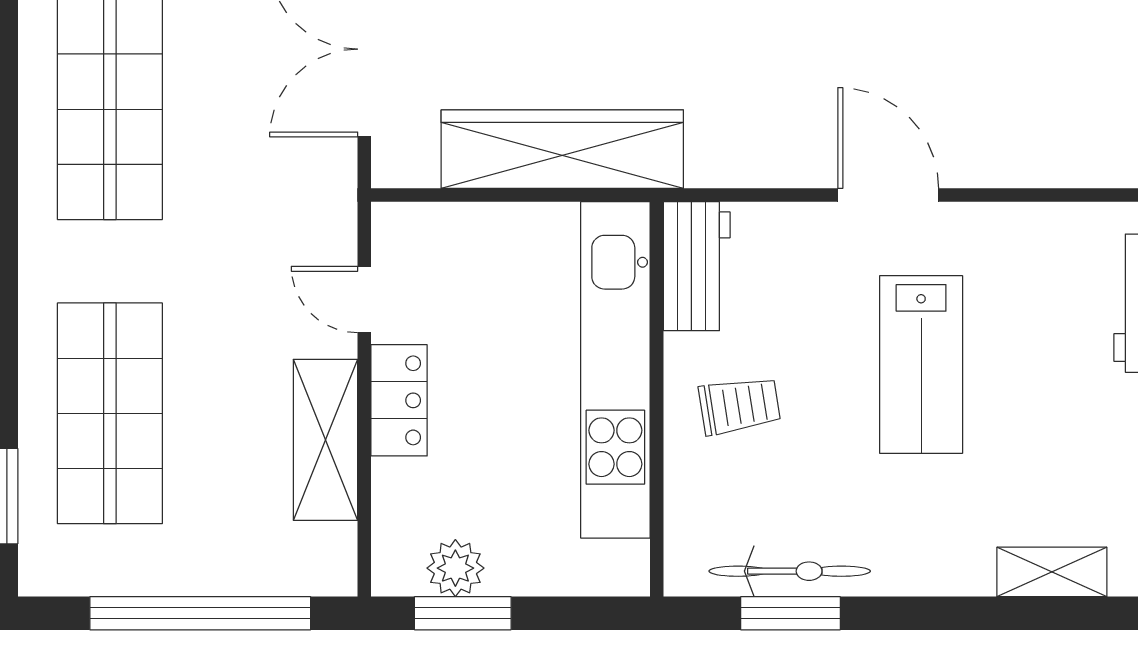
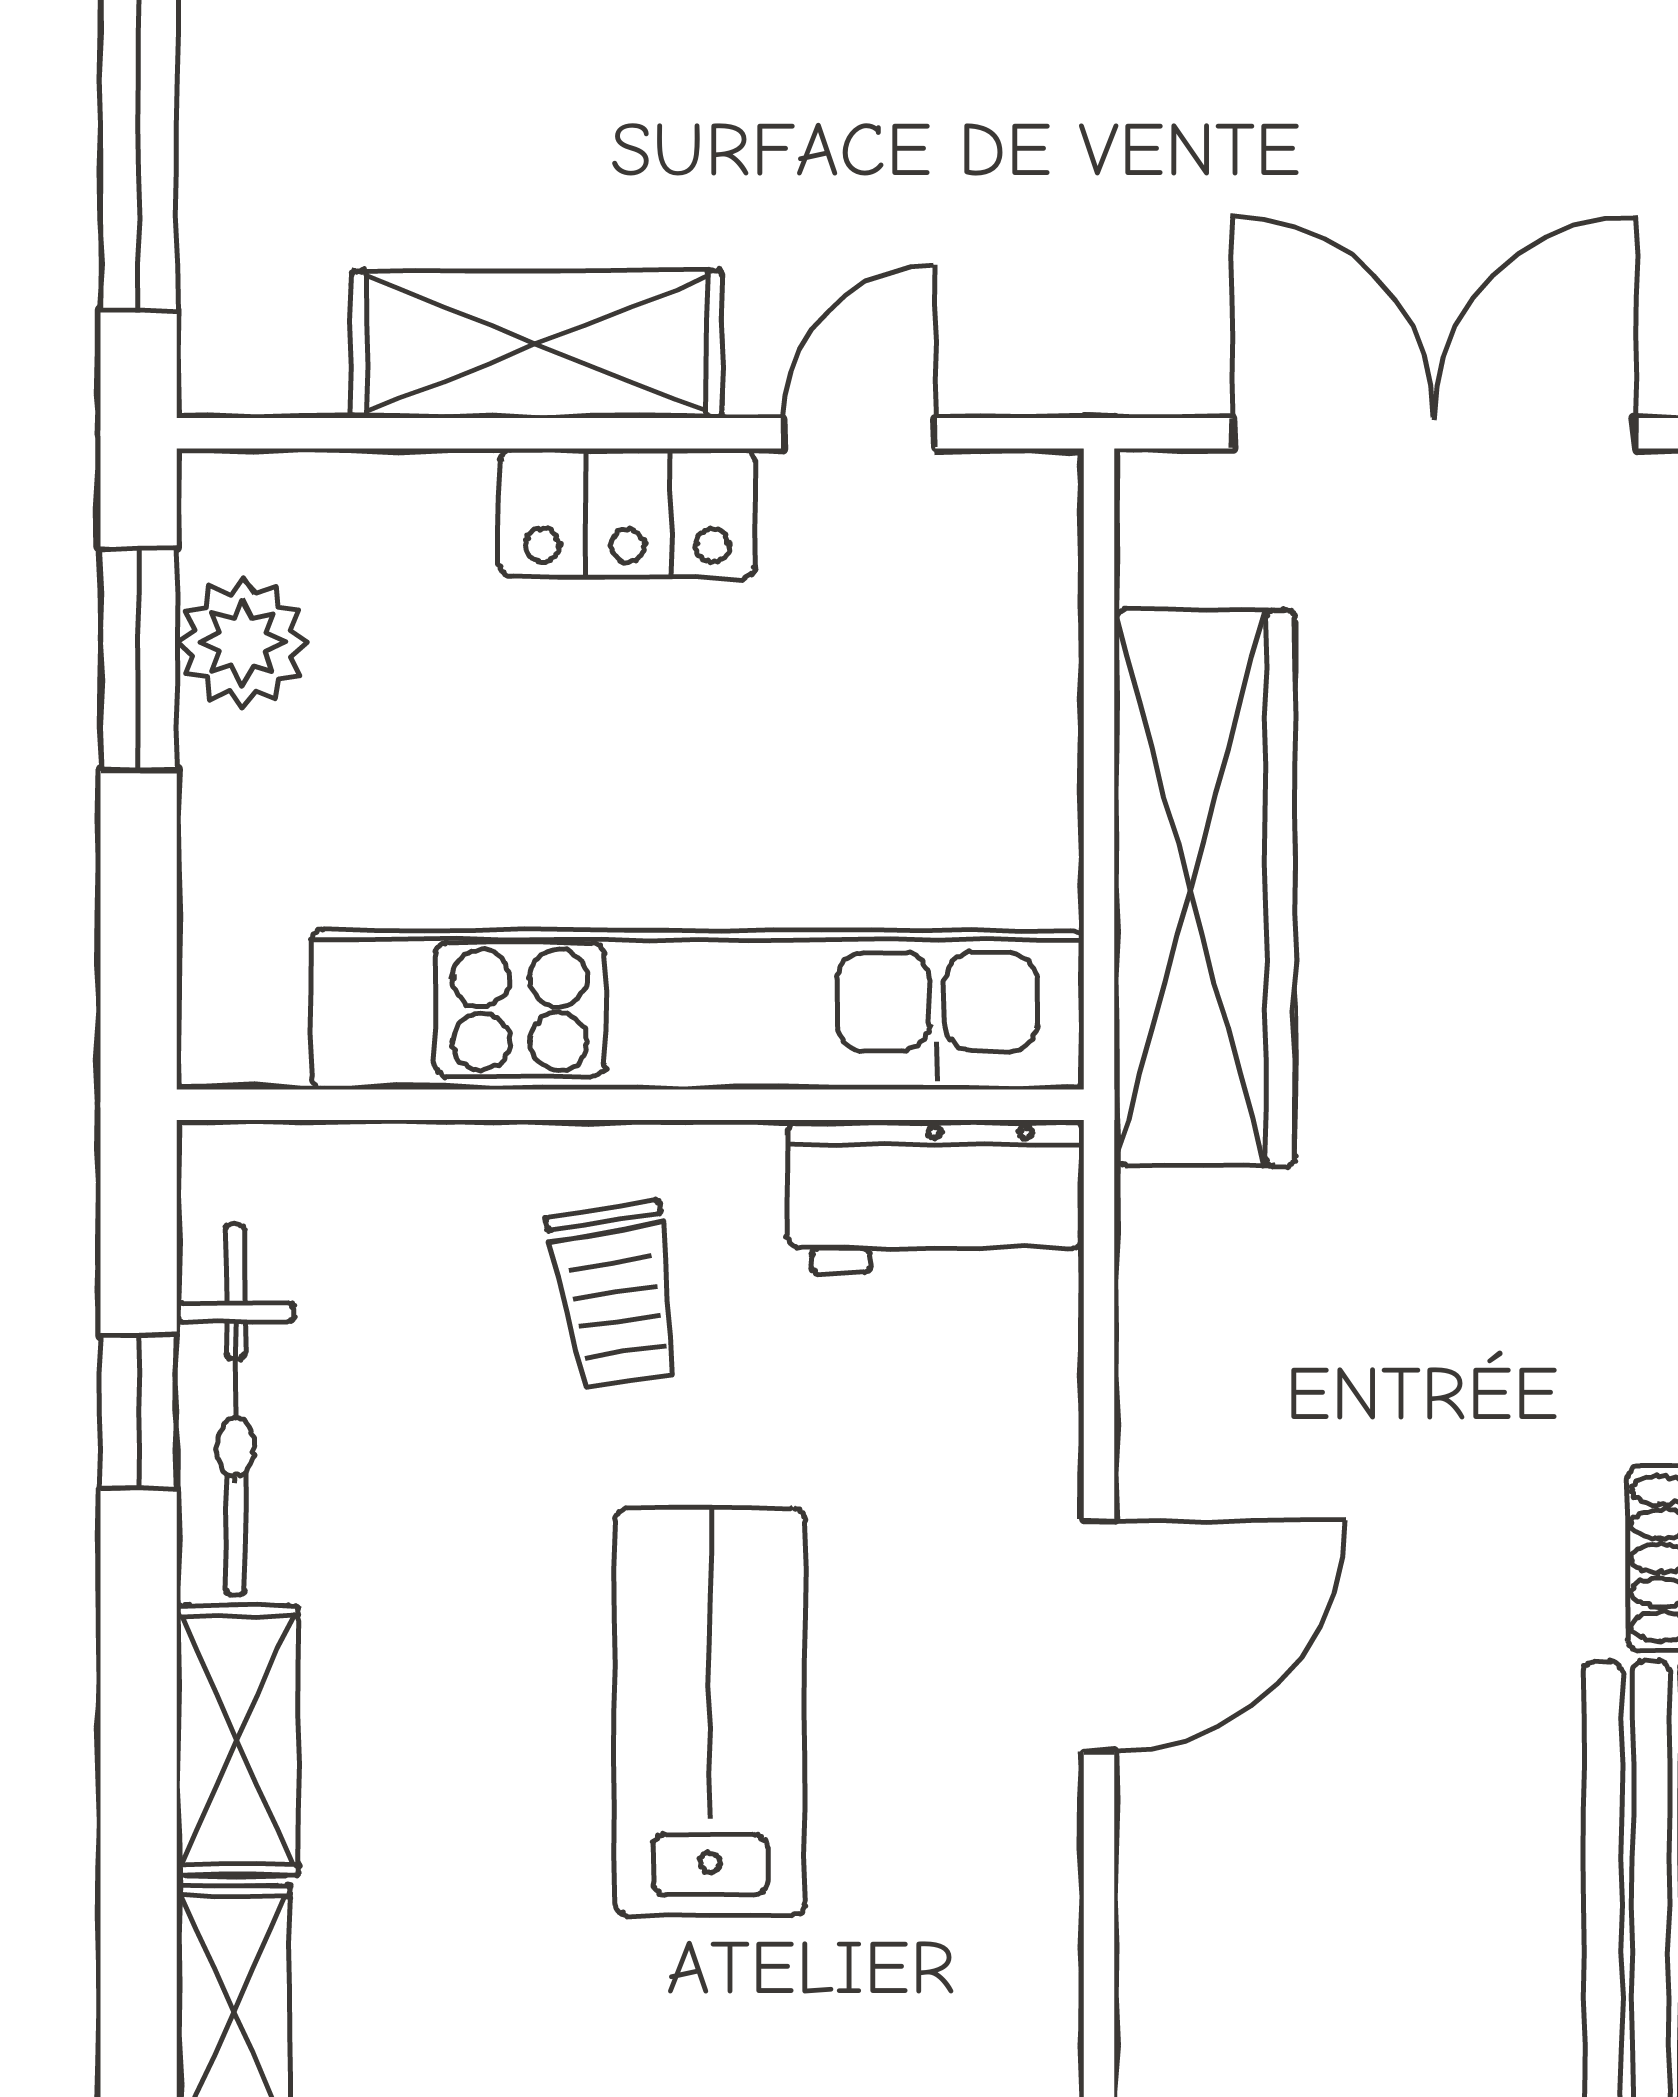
lab bench: (921, 364) -> (710, 1712), turned 90
shelving: (934, 570) -> (237, 1740), added
window: (790, 613) -> (139, 1412), width x0.67

